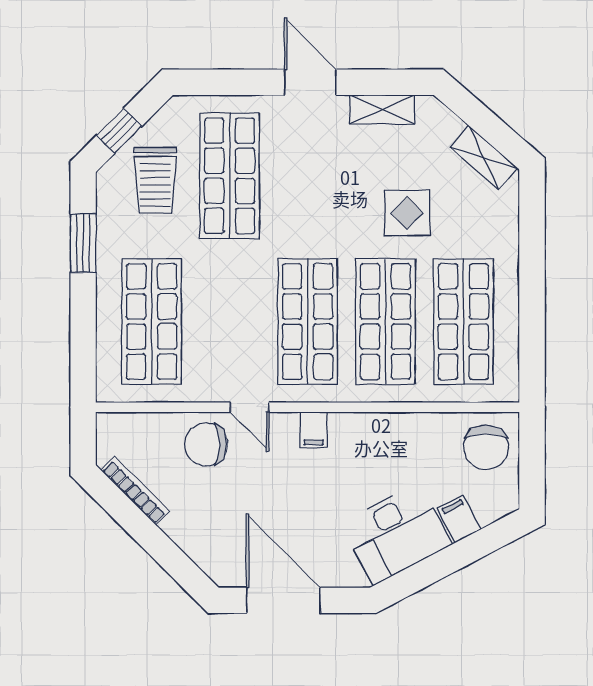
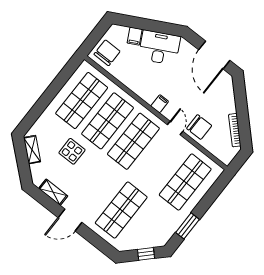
door: (310, 82) -> (70, 220), hinge flipped
trolley: (155, 180) -> (147, 228), removed

